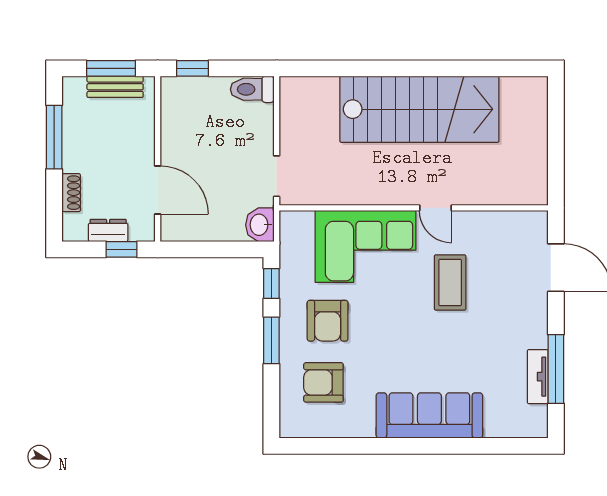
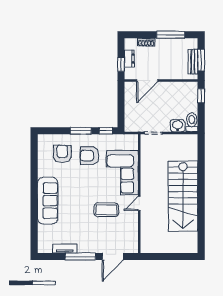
washbasin: (260, 225) -> (178, 126), moved
window: (556, 369) -> (80, 257), moved

